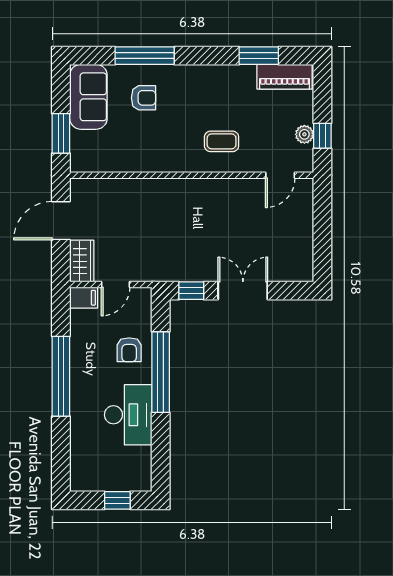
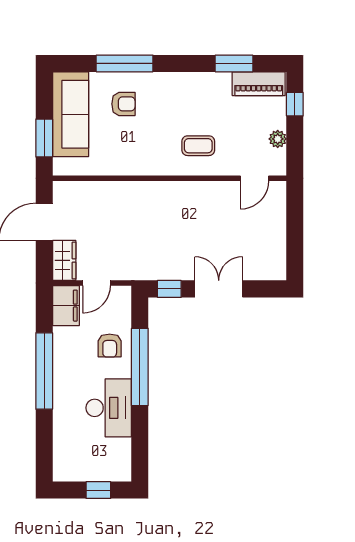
sofa: (88, 97) -> (71, 114), width x1.36
window: (322, 136) -> (295, 104), moved
filing cabinet: (84, 298) -> (66, 306), width x2.00

